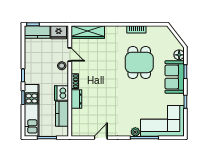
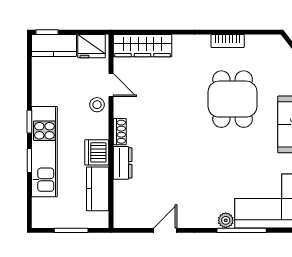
kitchen unit: (32, 110) -> (44, 152), moved

